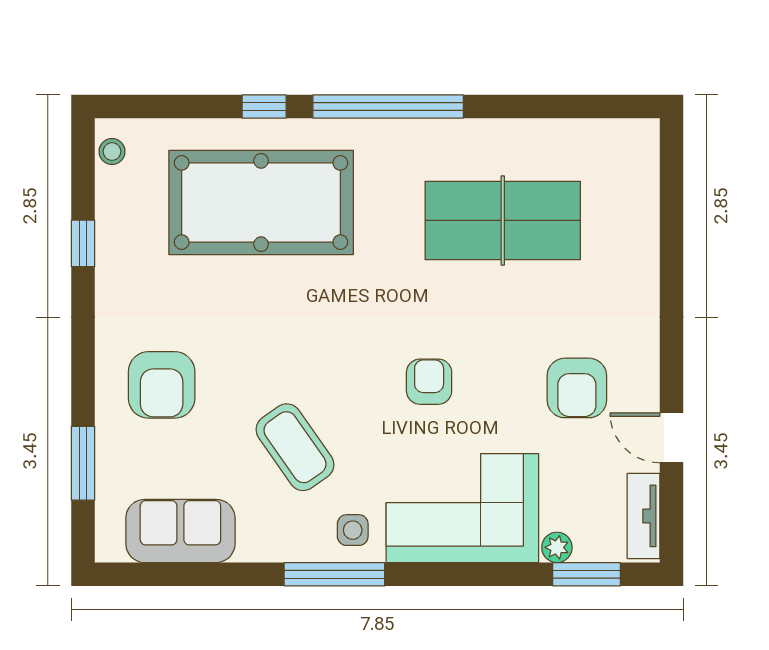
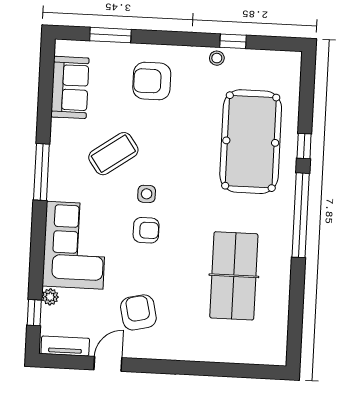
stool: (112, 152) -> (217, 58), moved
armchair: (577, 388) -> (138, 312), turned 77
side table: (353, 530) -> (147, 194), moved
window: (587, 574) -> (34, 313), width x0.67

